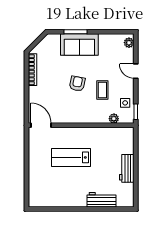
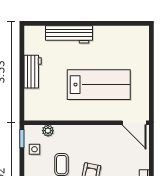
lab bench: (71, 157) -> (99, 85), width x1.36, depth x1.39
workbench: (101, 200) -> (69, 34), width x1.38

